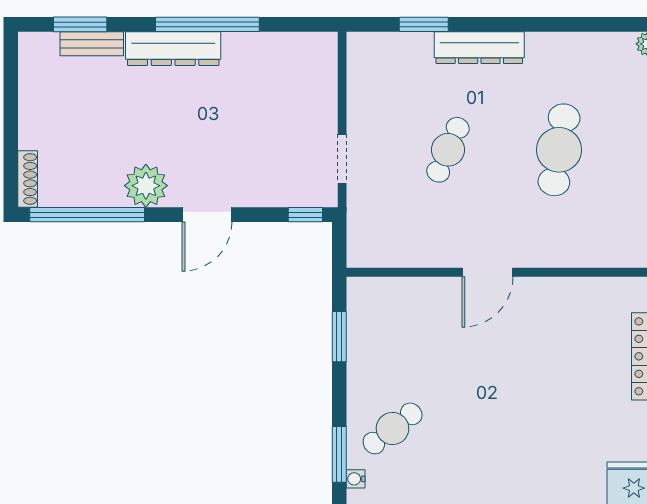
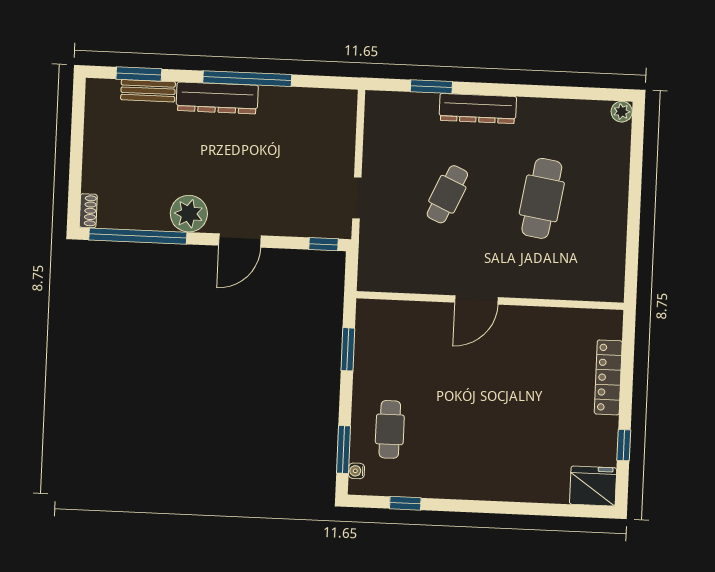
shoe rack: (28, 179) -> (88, 211), width x0.70
cafe table: (393, 428) -> (390, 429), turned -52

